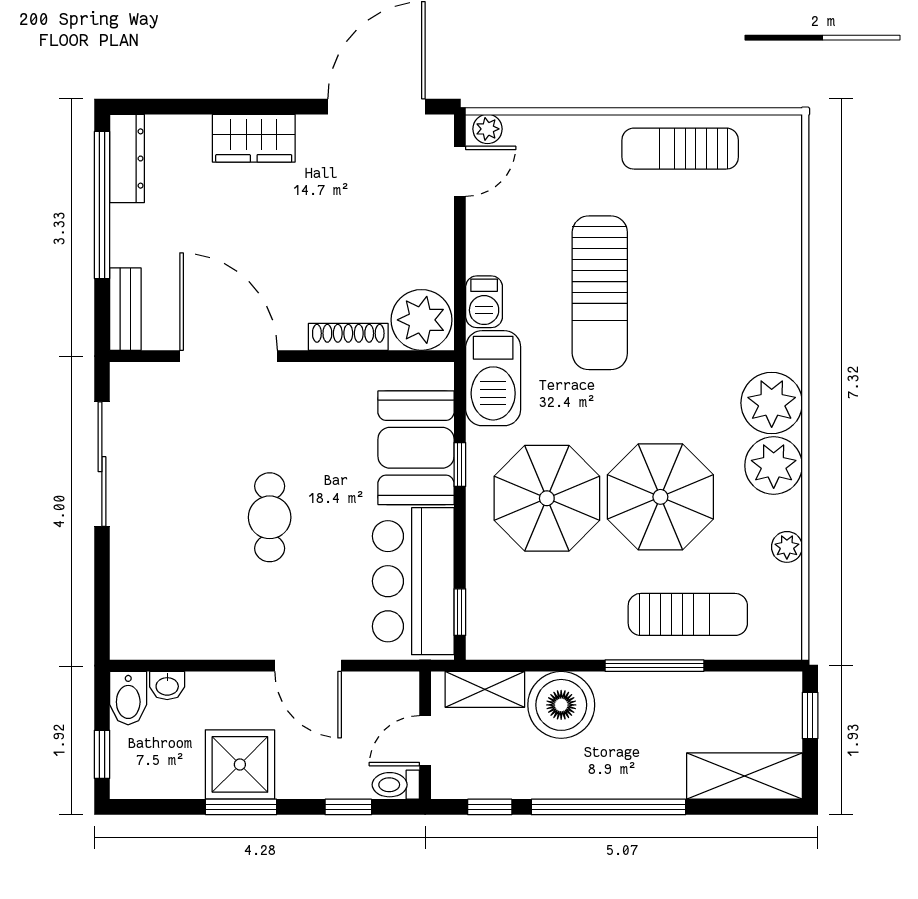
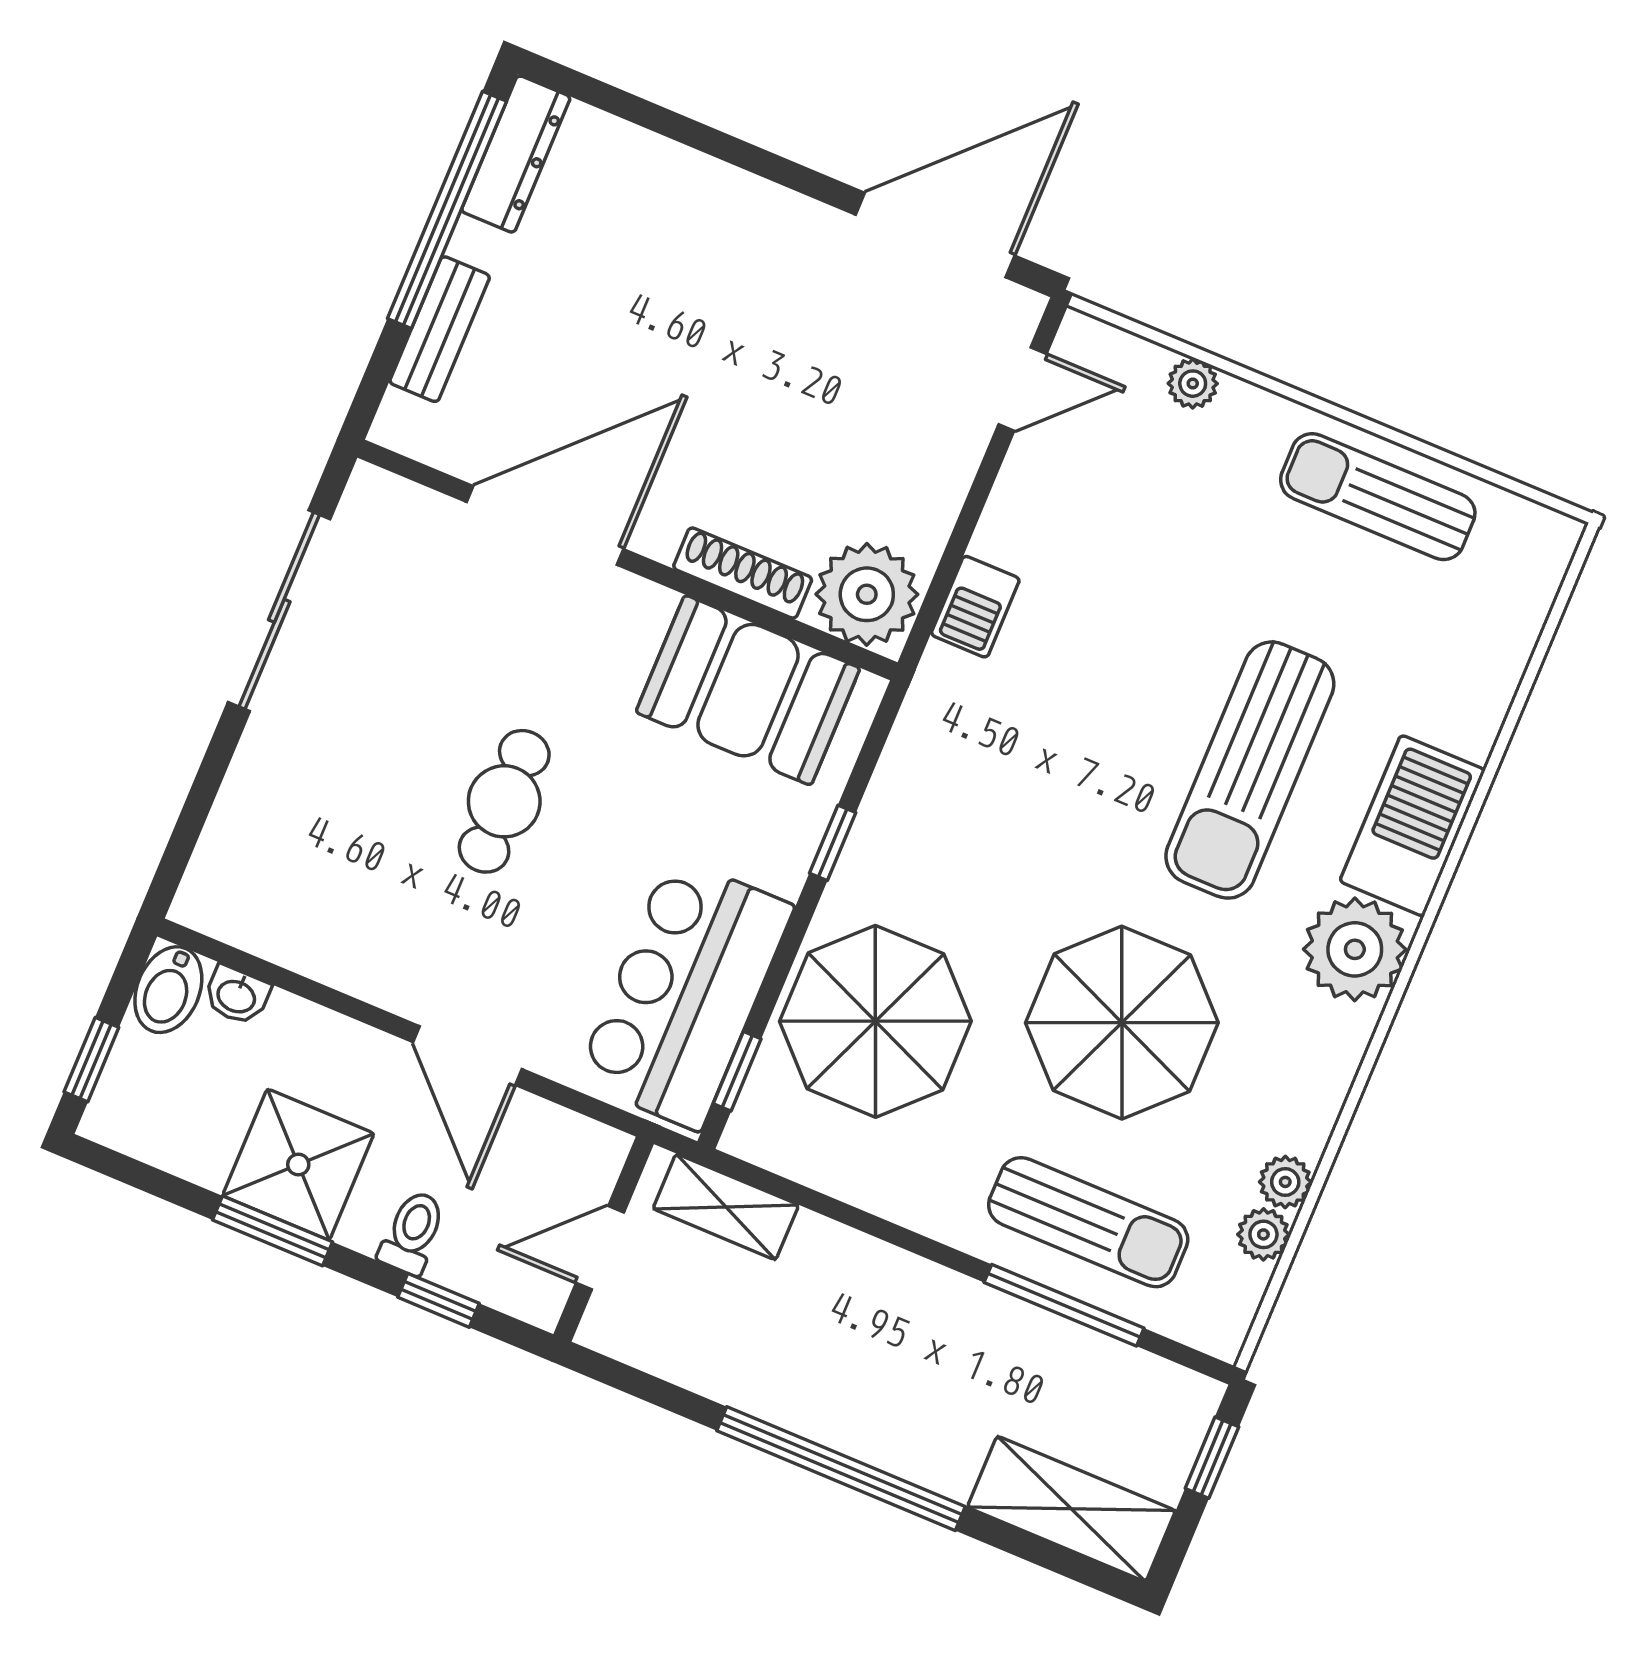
plant: (488, 129) -> (1193, 384), moved
wardrobe: (254, 138) -> (725, 205), removed
sun lounger: (600, 293) -> (1250, 770), moved
bench: (125, 309) -> (440, 329), moved
door: (229, 356) -> (545, 525), hinge flipped
barbecue: (493, 378) -> (1412, 826), moved, turned 180
booth: (416, 448) -> (748, 690), moved, turned 90
plant: (774, 466) -> (1263, 1234), moved, width x0.53, depth x0.53
parasol: (547, 498) -> (875, 1021), moved
window: (654, 666) -> (1064, 1305), moved
boiler: (561, 705) -> (834, 1280), removed
toilet: (396, 785) -> (412, 1232), moved, turned 90
window: (490, 807) -> (657, 1392), removed

